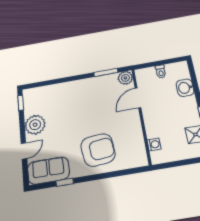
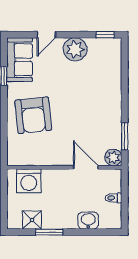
washing machine: (154, 144) -> (29, 181), width x1.89, depth x1.89
door: (24, 151) -> (46, 35), hinge flipped

